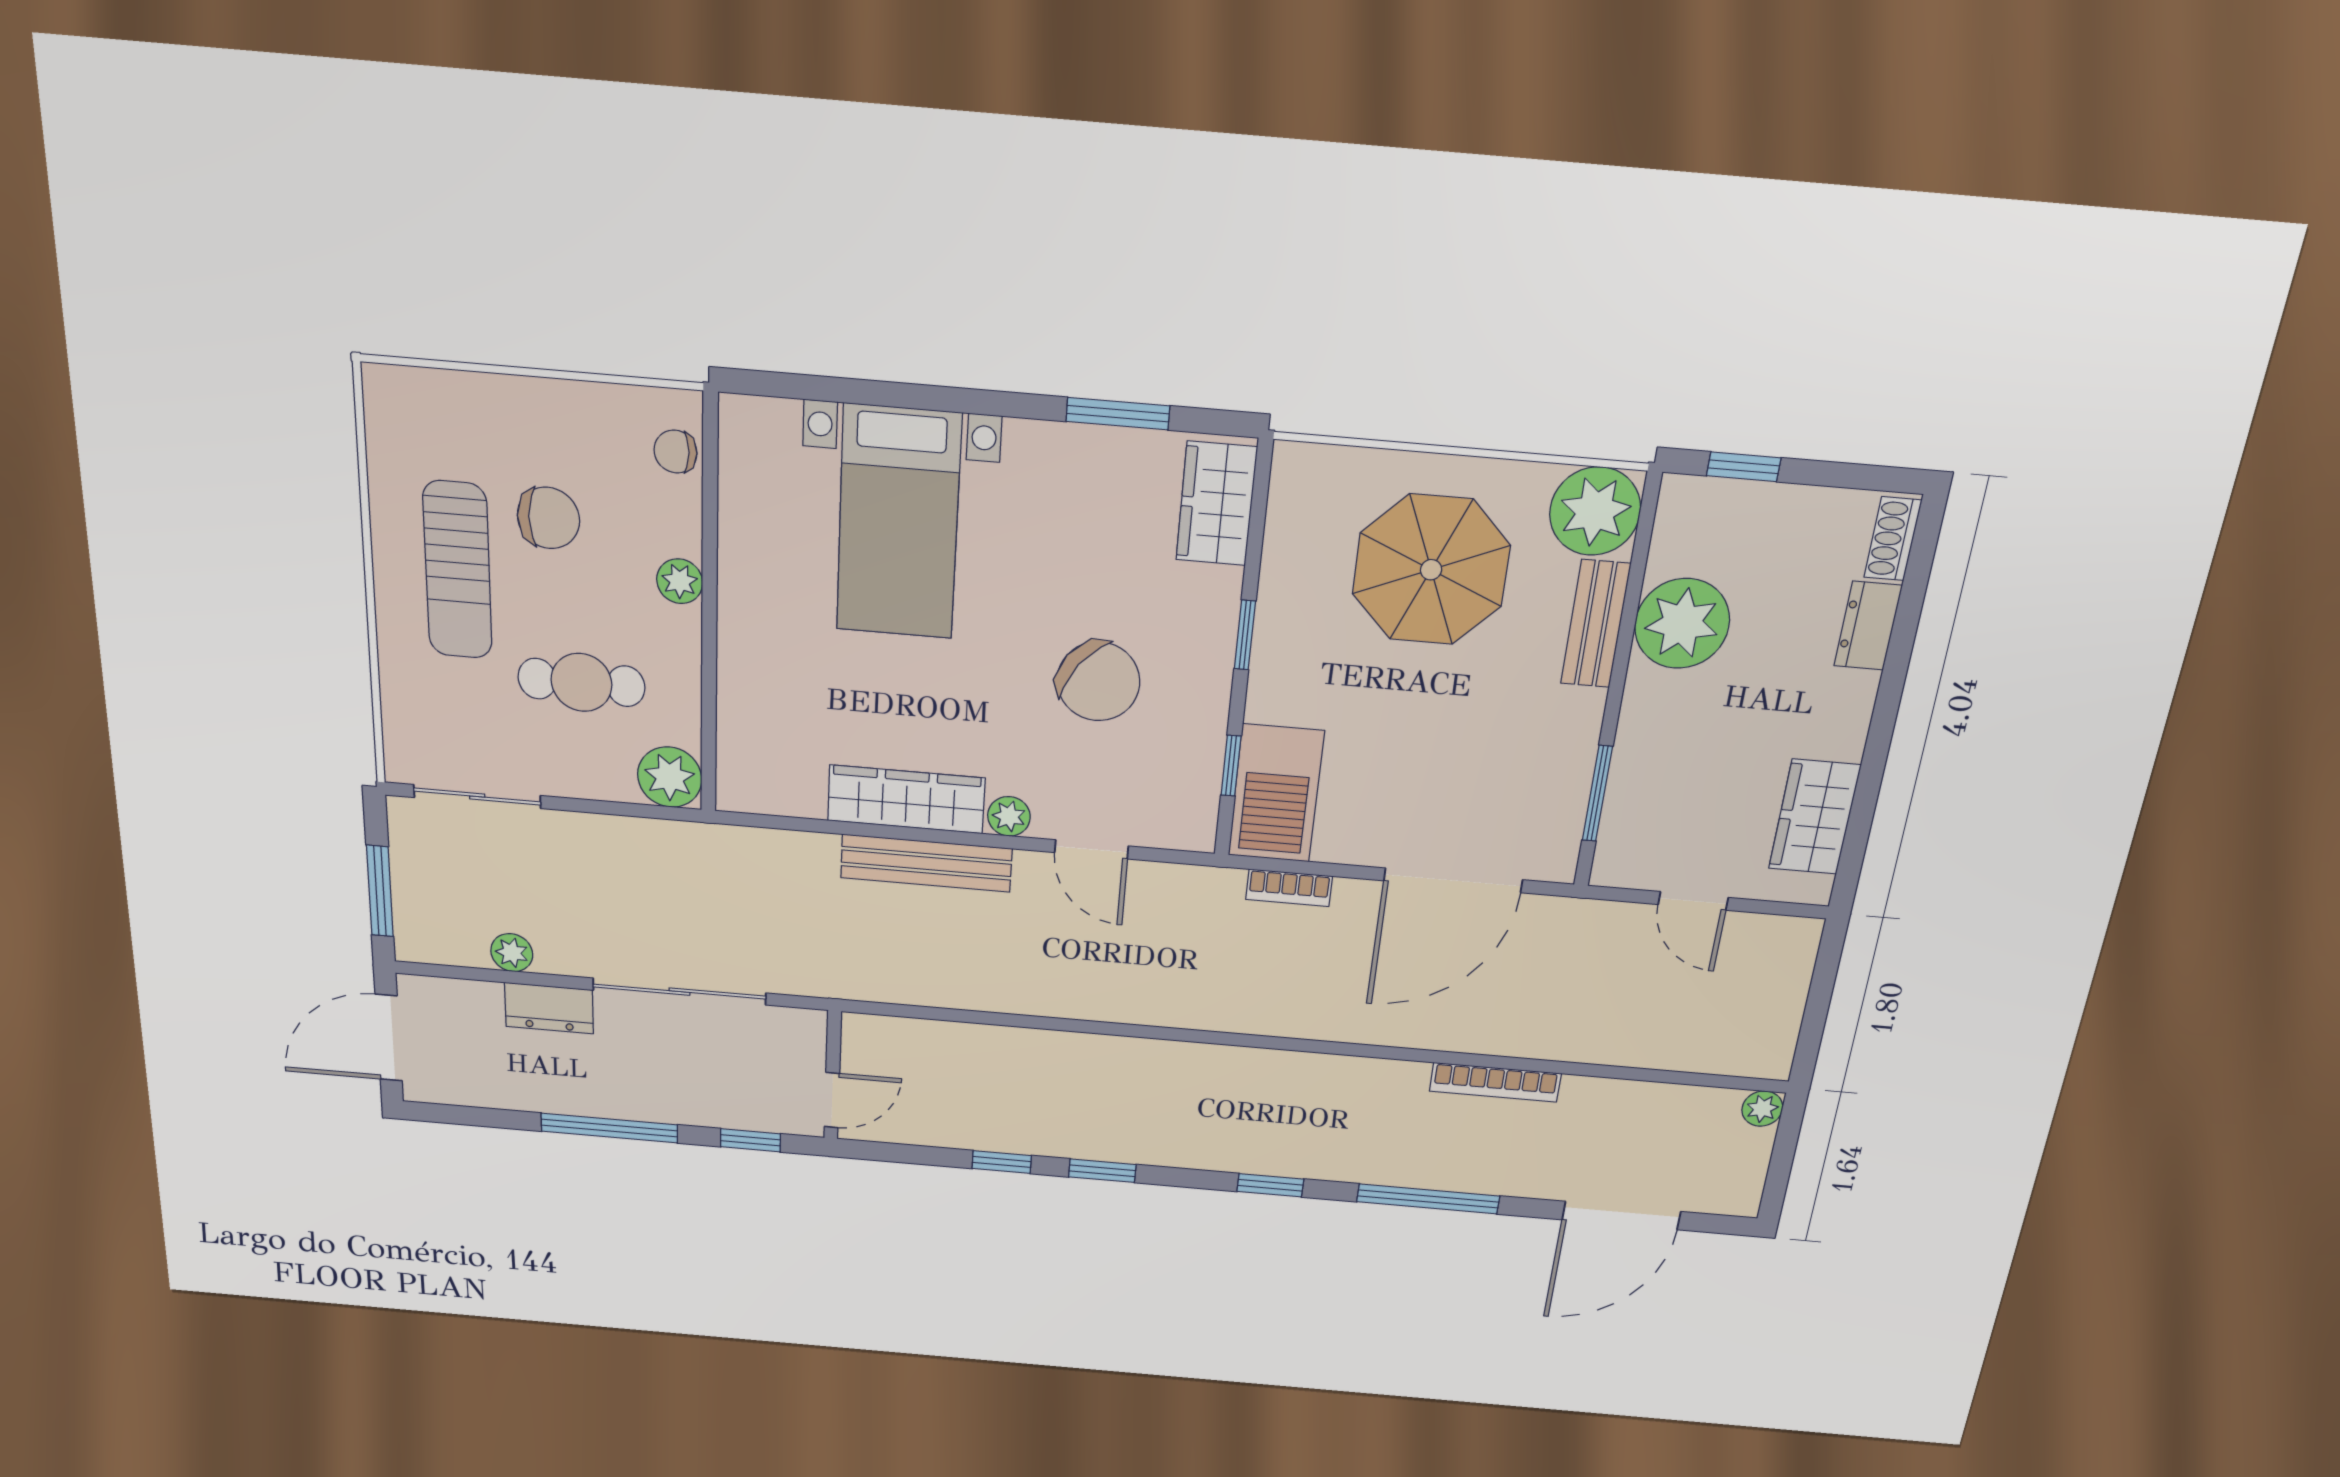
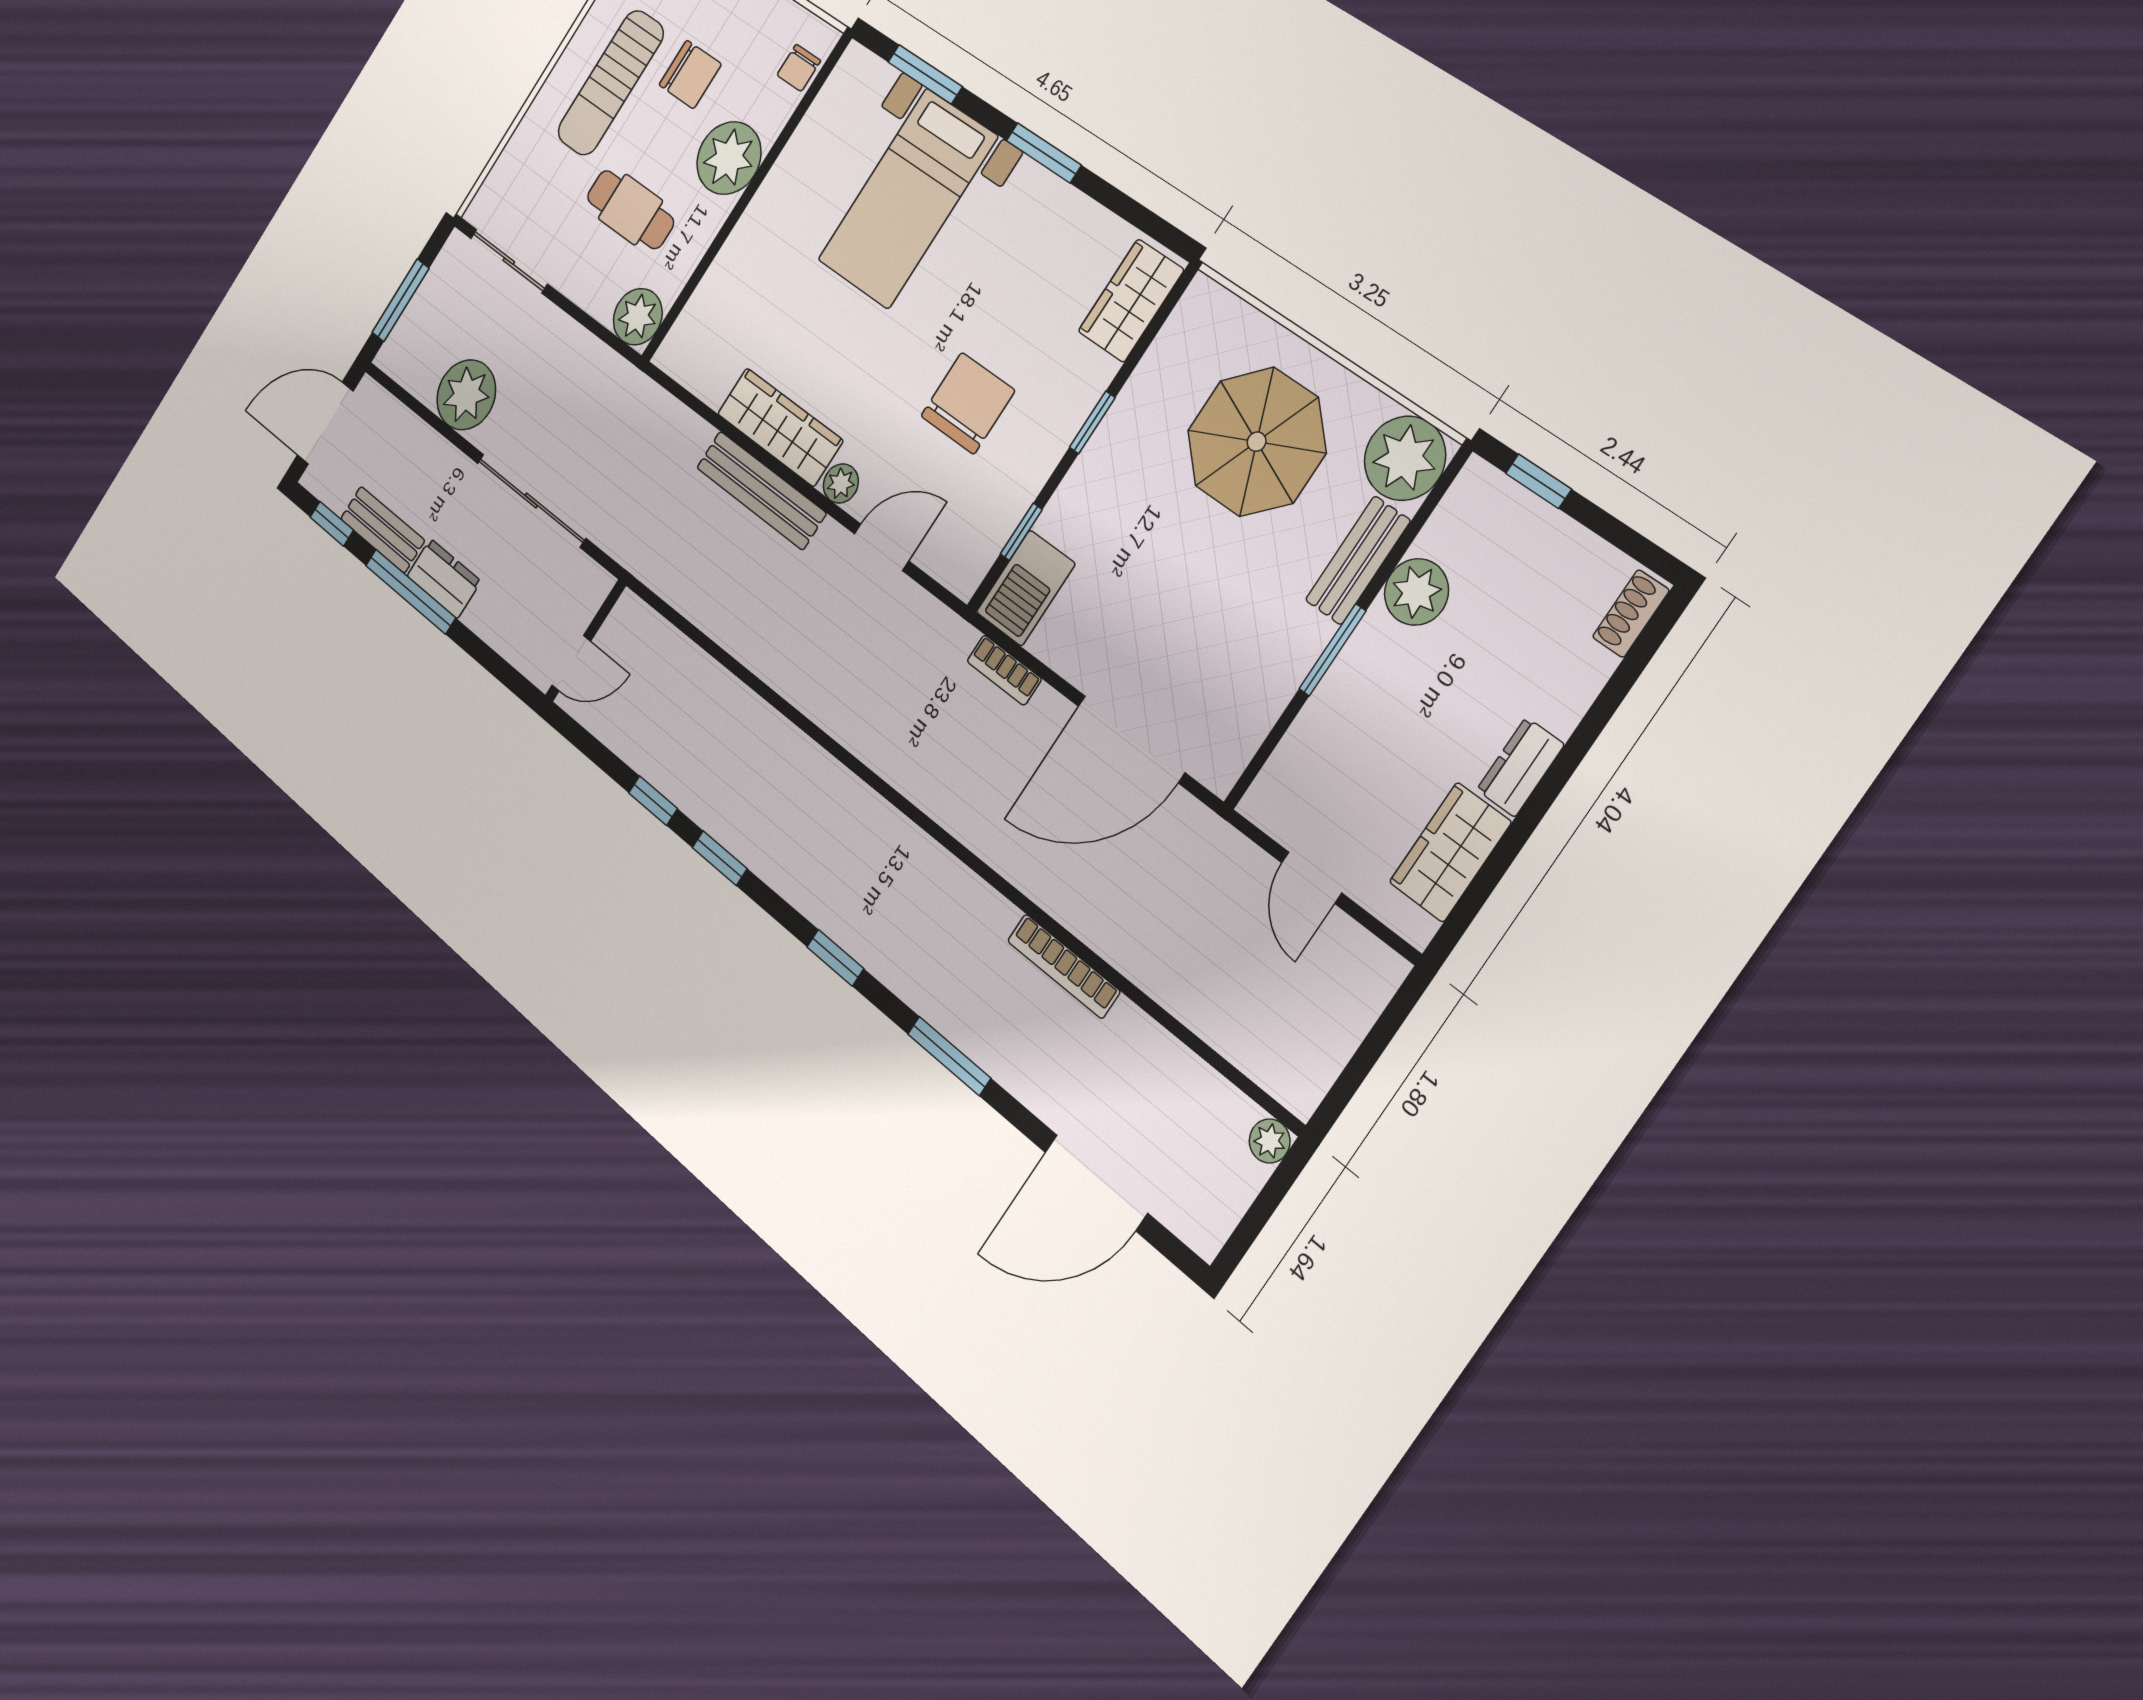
window: (832, 389) -> (925, 74), added
window: (1118, 414) -> (1044, 153), moved
chair: (676, 452) -> (799, 68), turned -90
plant: (680, 581) -> (729, 158), width x1.88, depth x1.88
plant: (1682, 624) -> (1416, 592), width x0.73, depth x0.73
dresser: (1868, 626) -> (1520, 767), moved
chair: (1098, 681) -> (968, 403), turned -127
barbecue: (1276, 793) -> (1026, 588), width x0.73, depth x0.83
window: (1597, 793) -> (1333, 650), moved
door: (1092, 849) -> (882, 547), swing flipped
plant: (512, 953) -> (466, 395), width x1.88, depth x1.88
dresser: (549, 1008) -> (444, 579), moved, turned 180
bench: (534, 1094) -> (383, 530), added
window: (750, 1140) -> (332, 524), moved
window: (1428, 1199) -> (949, 1056), width x0.69

